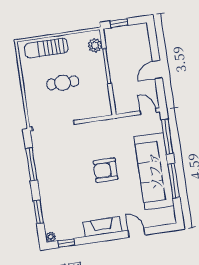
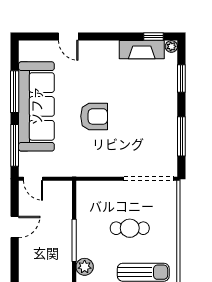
fireplace: (102, 227) -> (142, 50), moved

